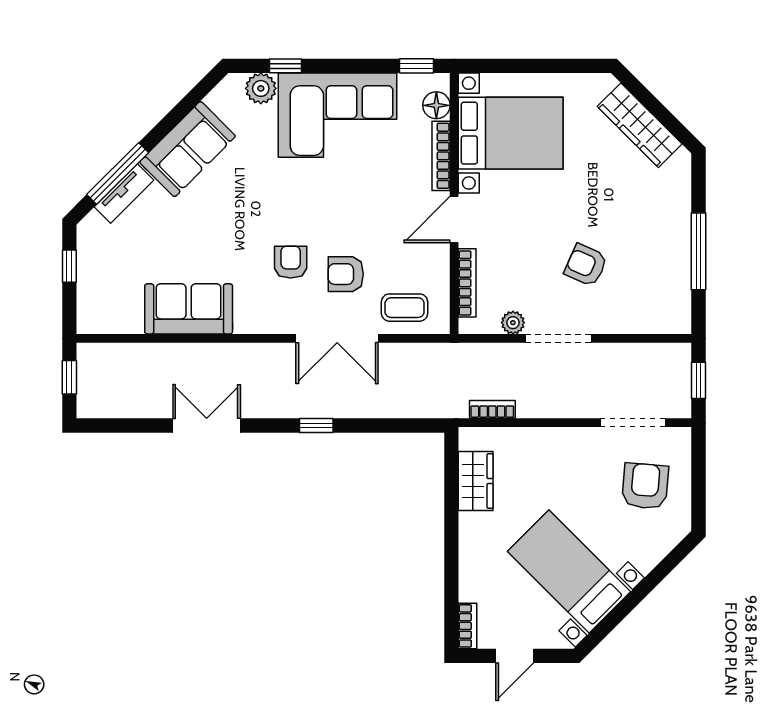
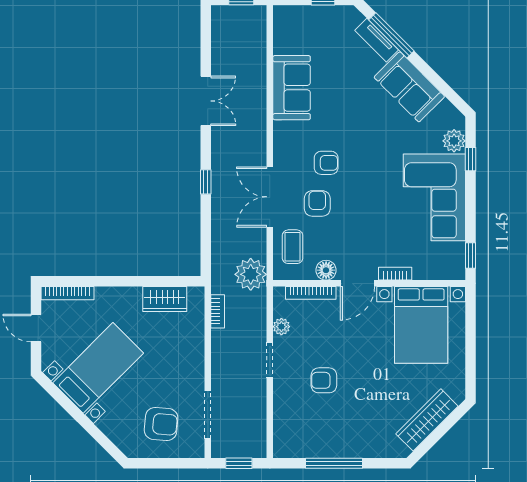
floor lamp: (436, 105) -> (326, 270), moved
bookcase: (441, 156) -> (395, 274), width x0.64
door: (454, 220) -> (357, 283), swing flipped
armchair: (586, 265) -> (324, 380), turned -114
doorway: (558, 338) -> (270, 360), width x0.73
plant: (442, 364) -> (251, 274), added
bookcase: (467, 626) -> (68, 293), width x1.56

